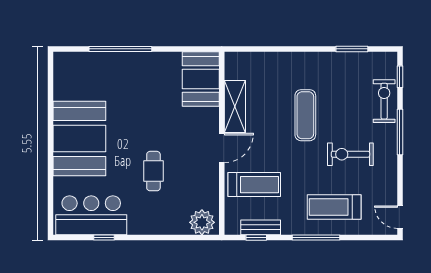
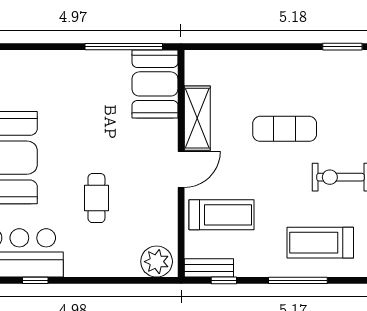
window: (120, 49) -> (124, 47), moved
exercise mat: (305, 115) -> (285, 129), turned 90
bench: (261, 227) -> (209, 268), moved

